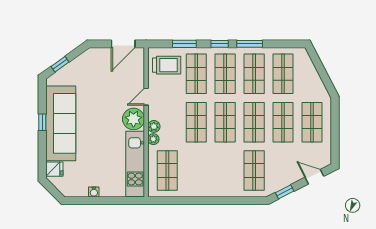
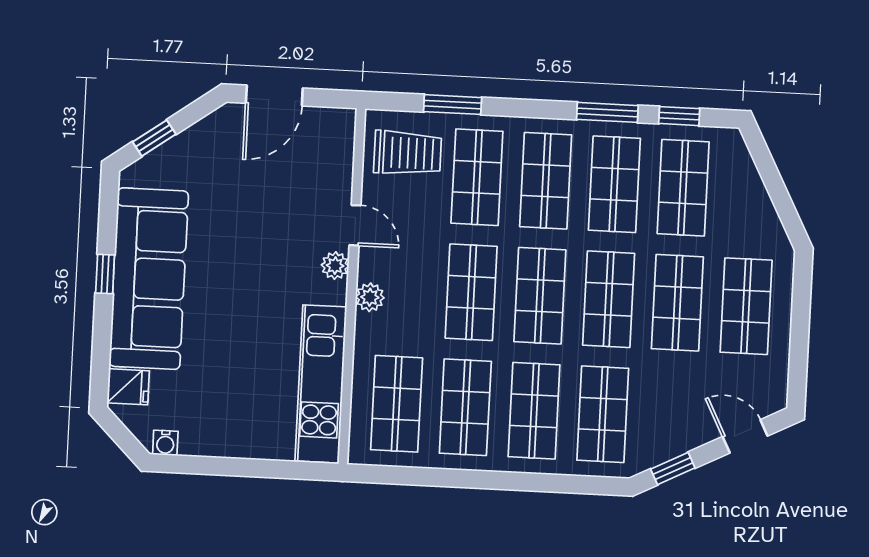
door: (123, 44) -> (274, 96), moved
window: (220, 44) -> (679, 116), moved
door: (146, 97) -> (355, 225), swing flipped
plant: (133, 119) -> (335, 266), width x0.53, depth x0.53
plant: (153, 139) -> (367, 327), removed
shop shelf: (196, 171) -> (465, 407), added
shop shelf: (225, 171) -> (534, 411), added
water cooler: (94, 192) -> (165, 443), moved

